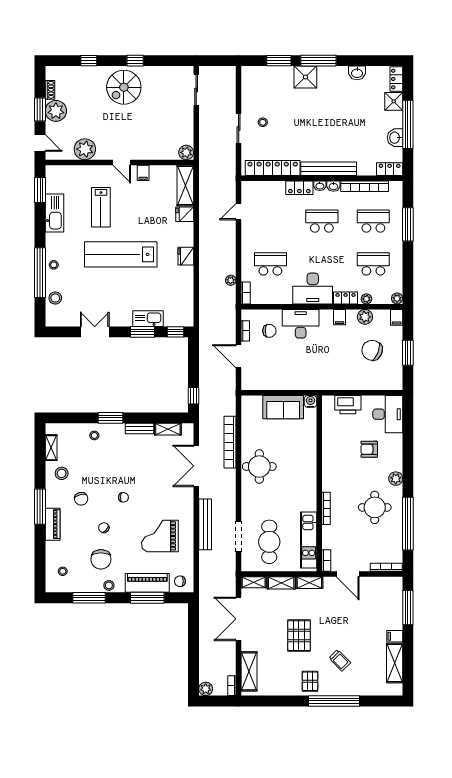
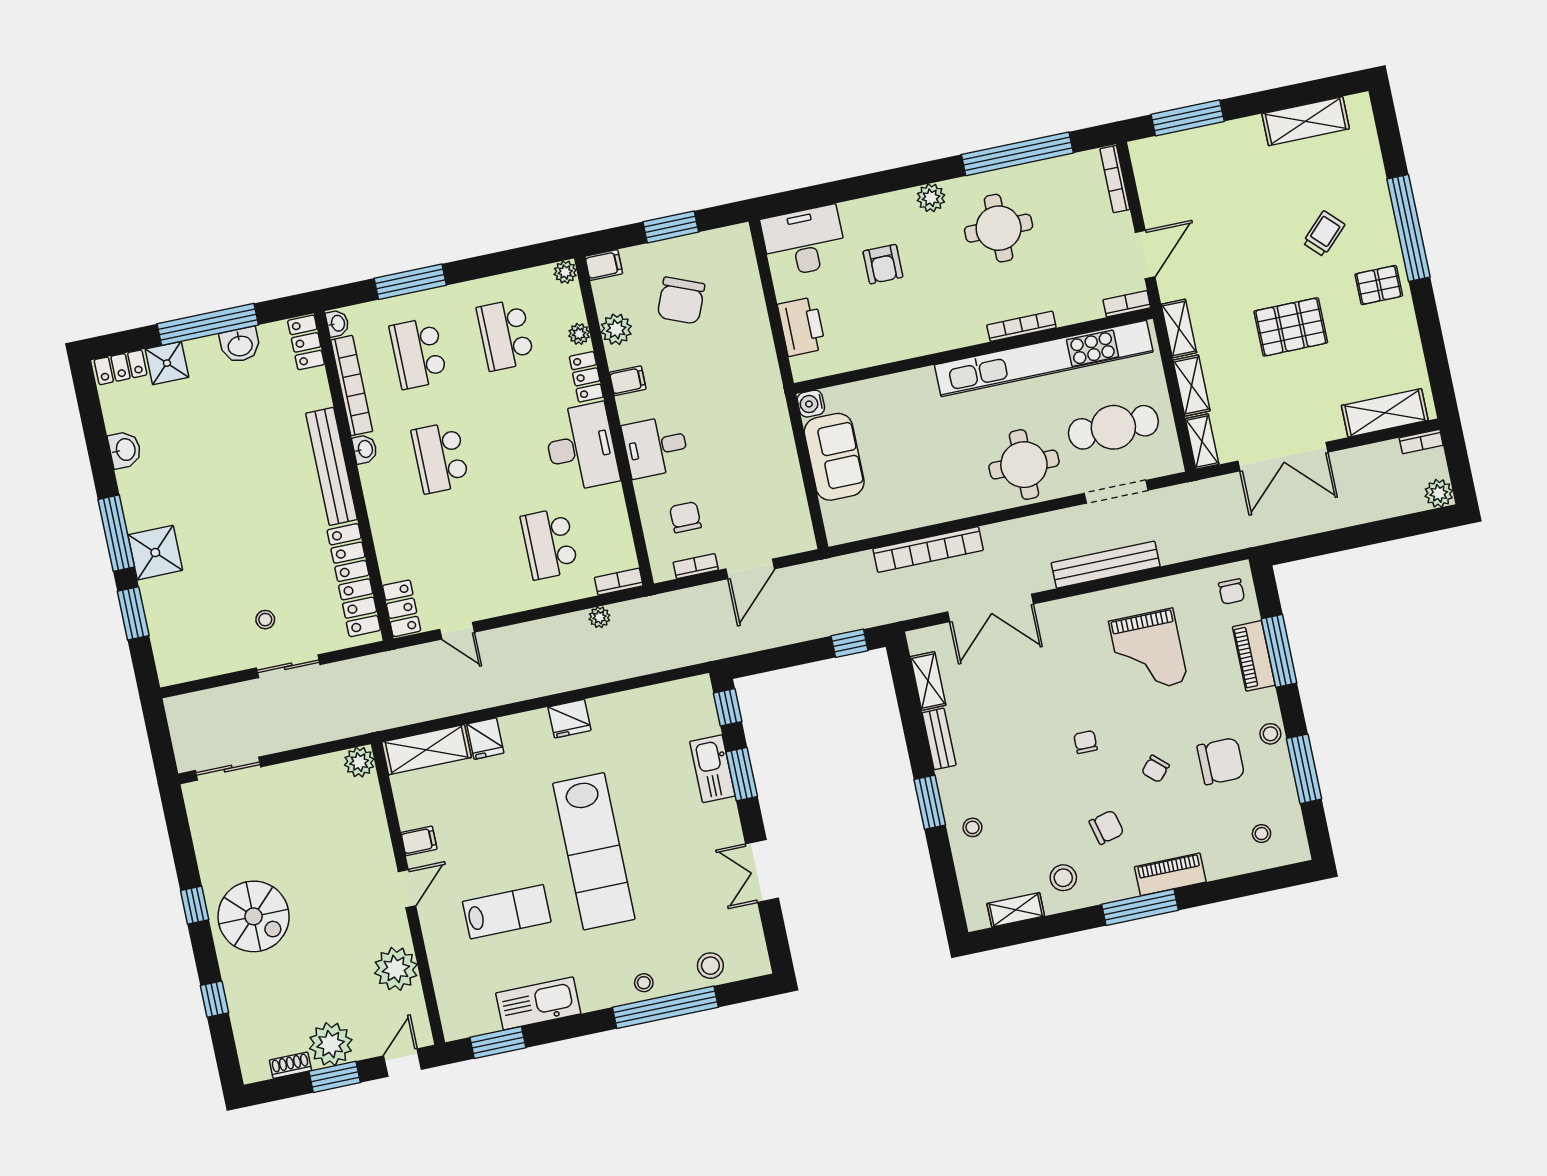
washbasin: (320, 186) -> (337, 323), moved
locker: (299, 188) -> (402, 608), moved
desk: (301, 324) -> (656, 447), width x0.73
round table: (259, 467) -> (1024, 465), moved
kitchen unit: (309, 540) -> (1044, 358), width x1.86
piano: (147, 583) -> (1254, 656), width x0.73, depth x0.75
filing cabinet: (395, 636) -> (1251, 132), removed

